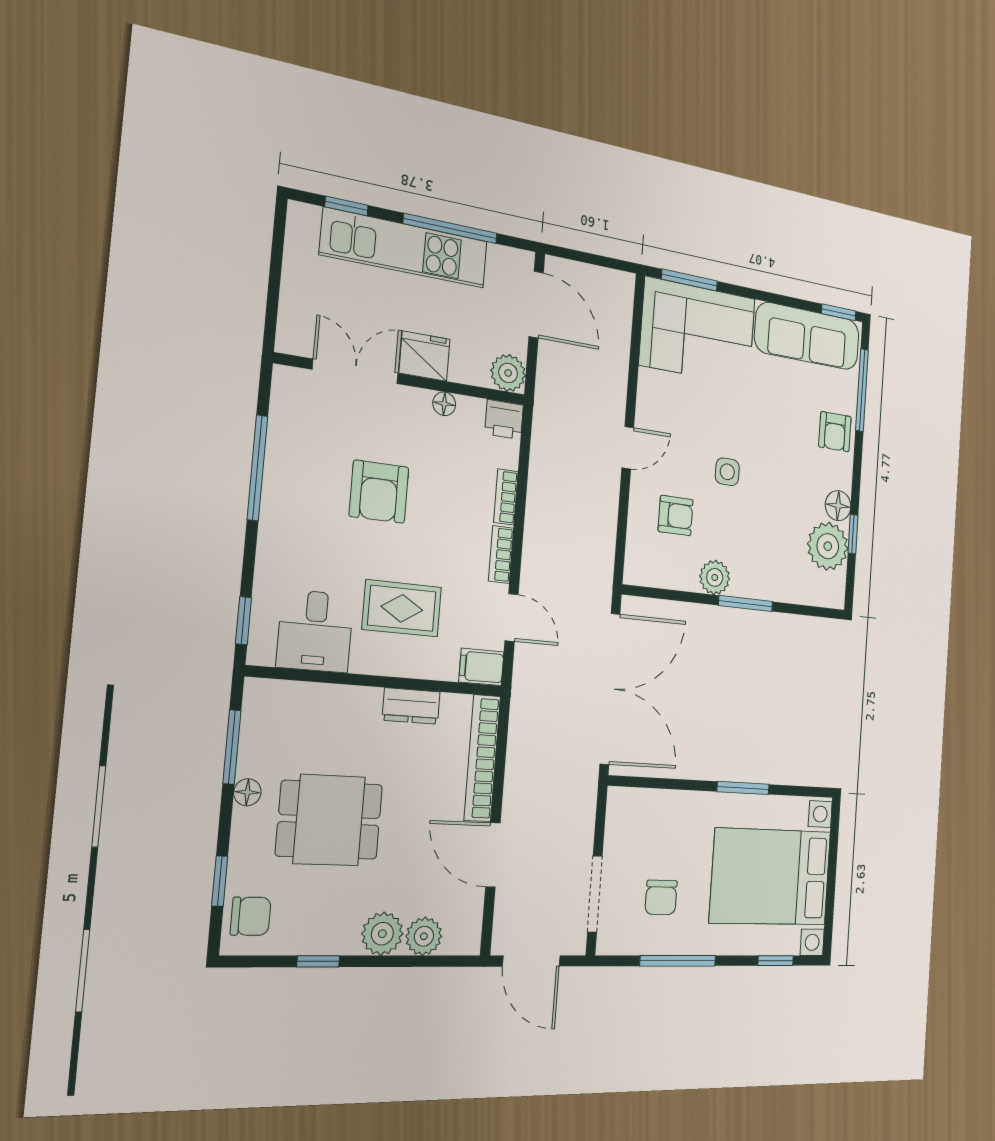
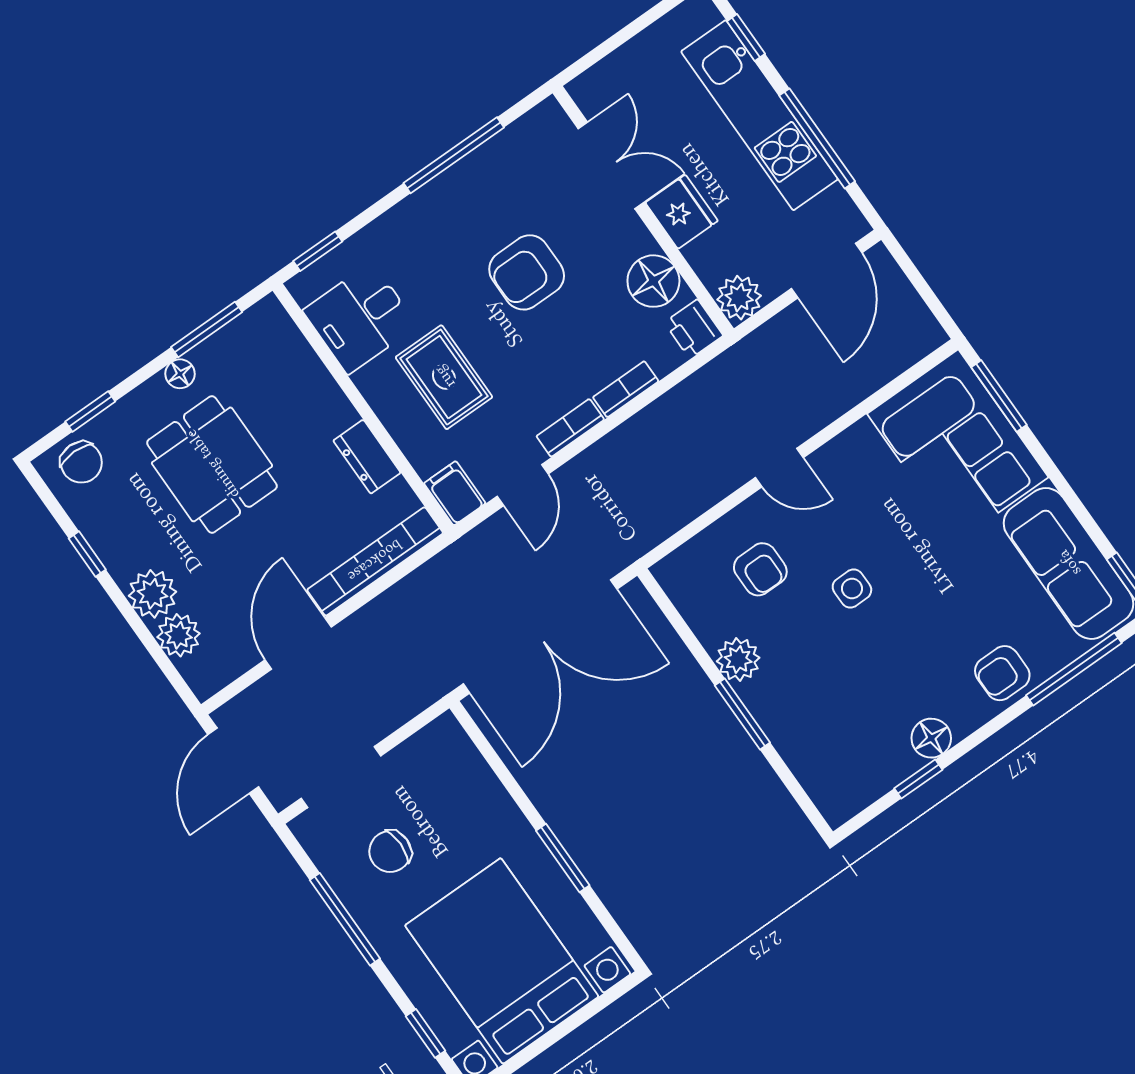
floor lamp: (444, 404) -> (653, 281), width x1.89, depth x1.89
plant: (828, 546) -> (880, 760), removed

